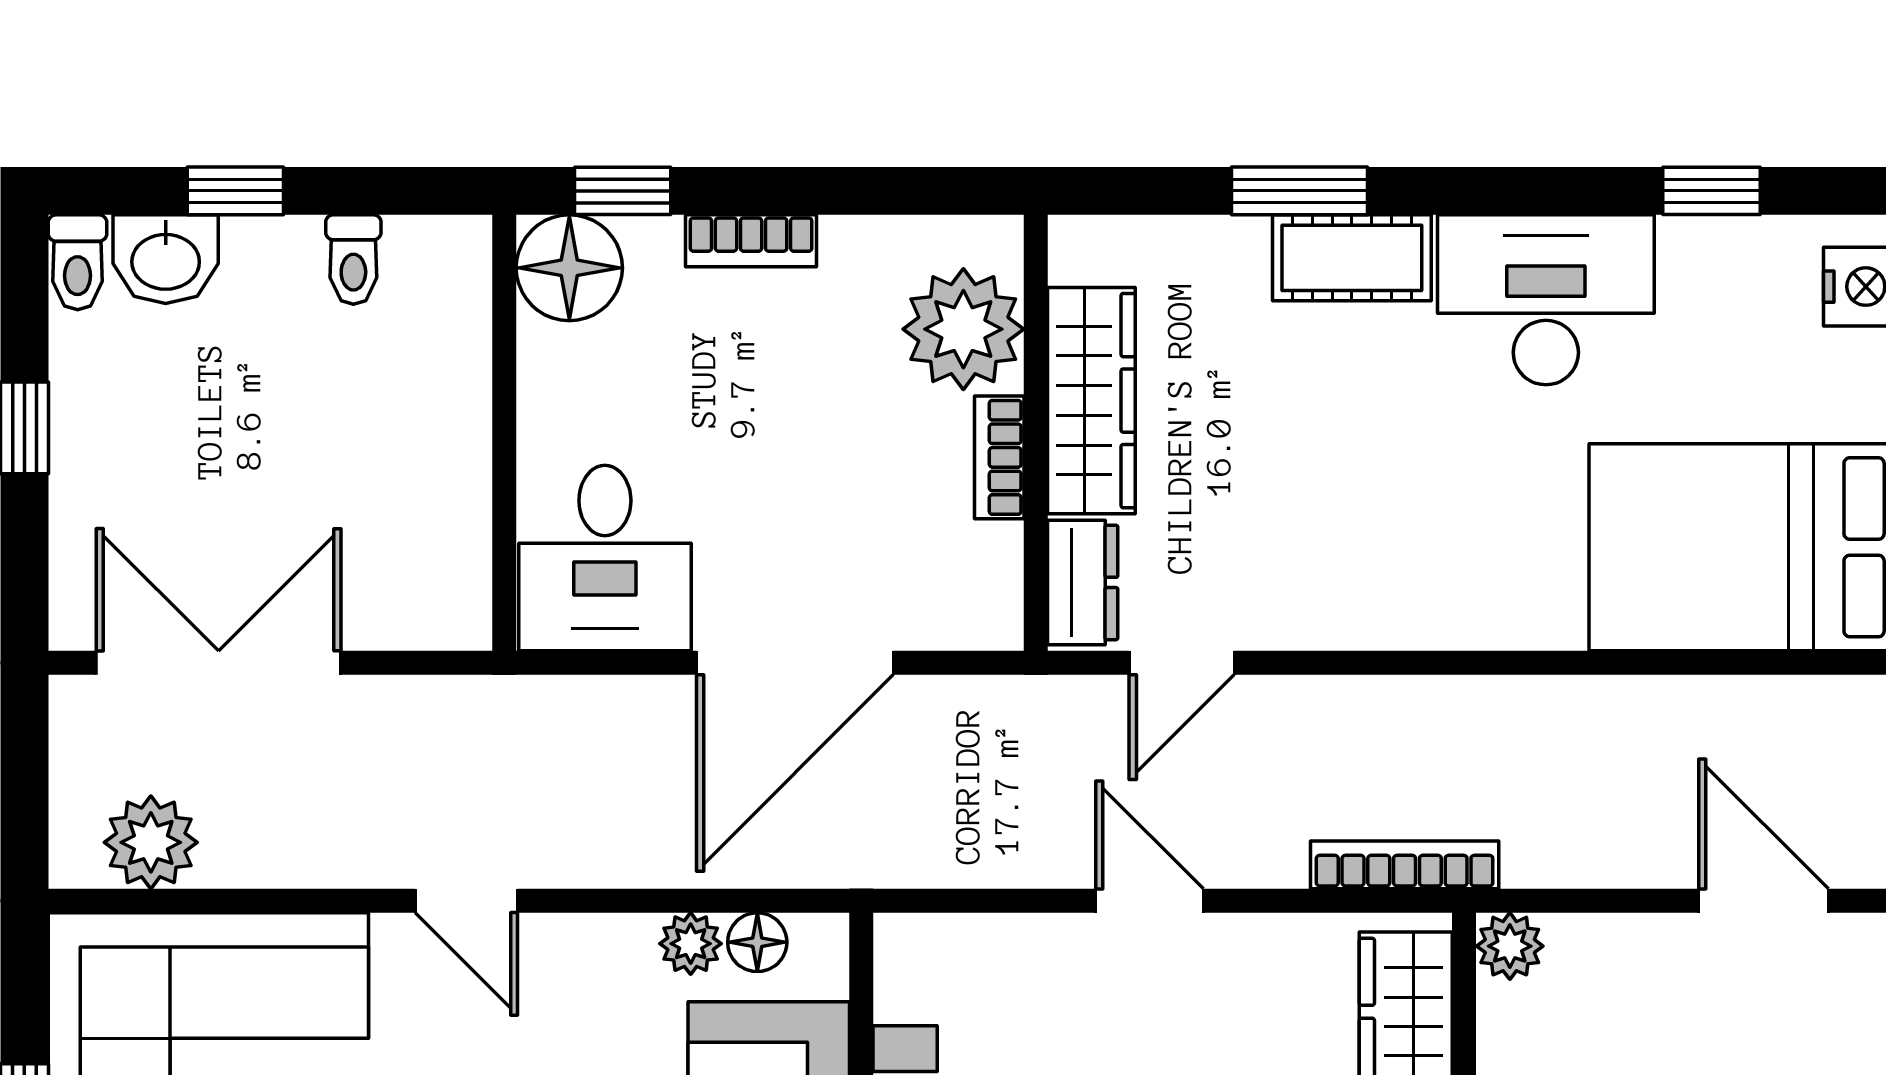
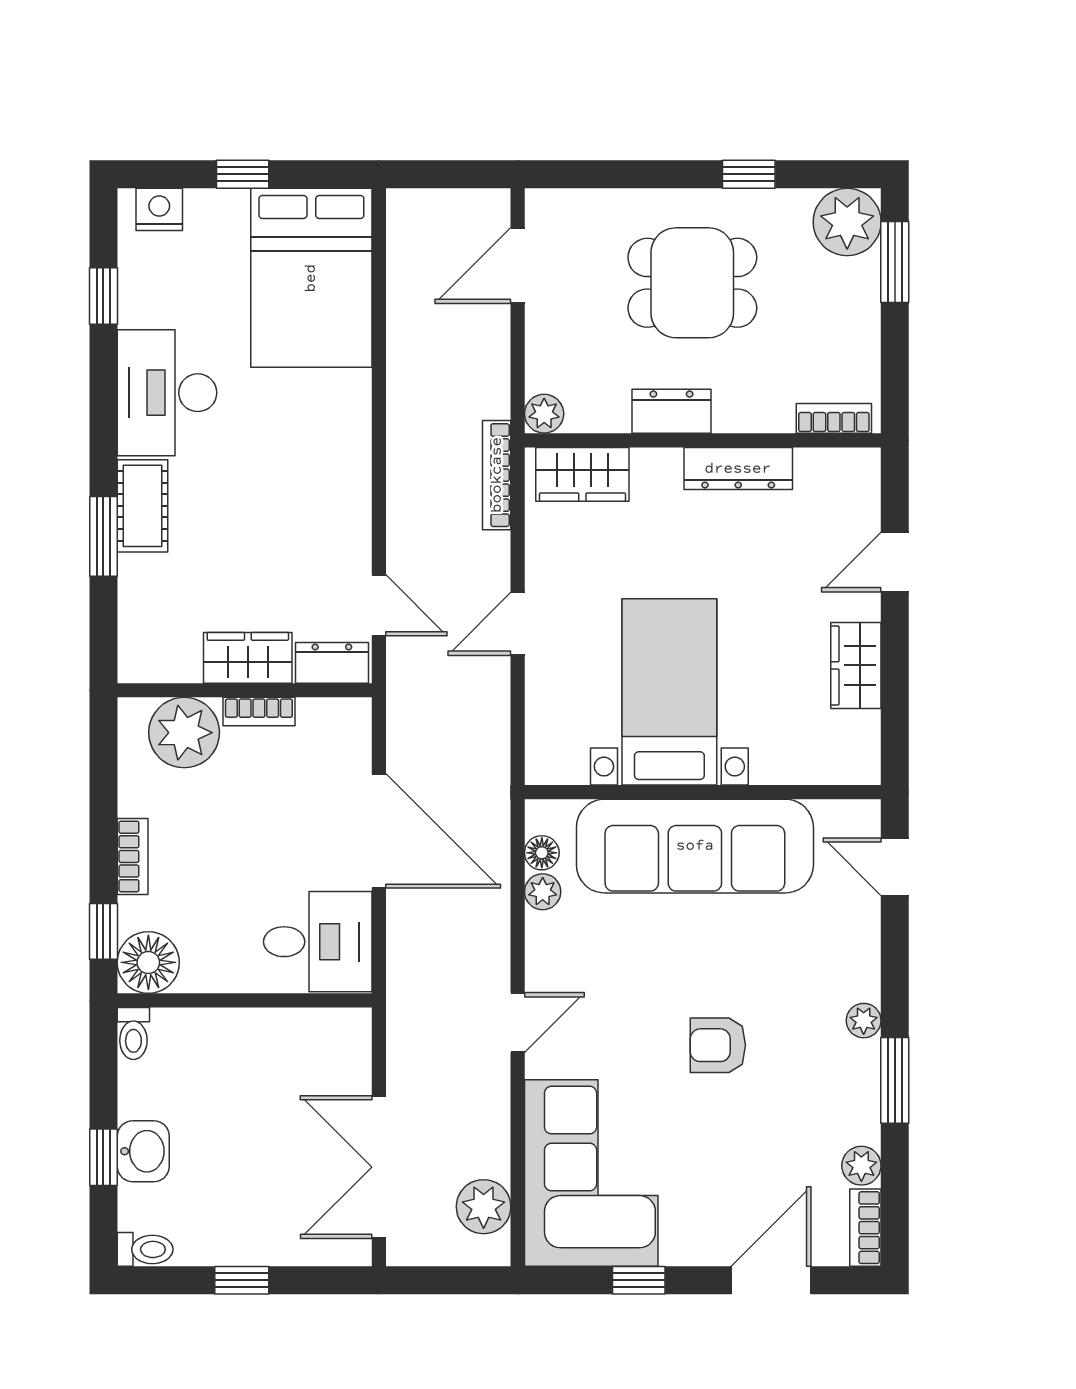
washbasin: (166, 259) -> (143, 1151), moved
toilet: (353, 260) -> (133, 1034), moved, turned 90
wardrobe: (1091, 401) -> (248, 658), width x0.67

